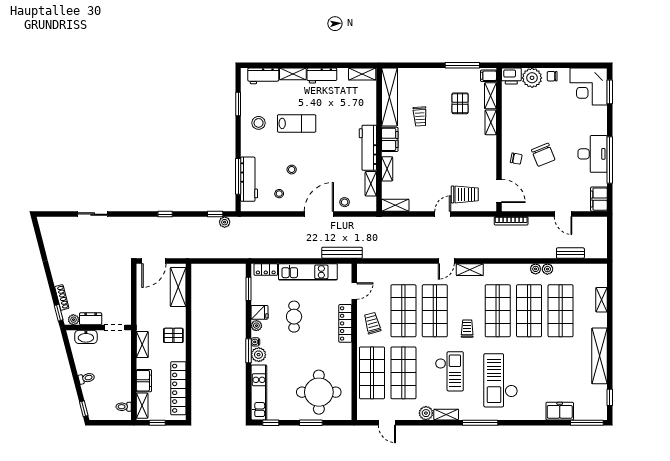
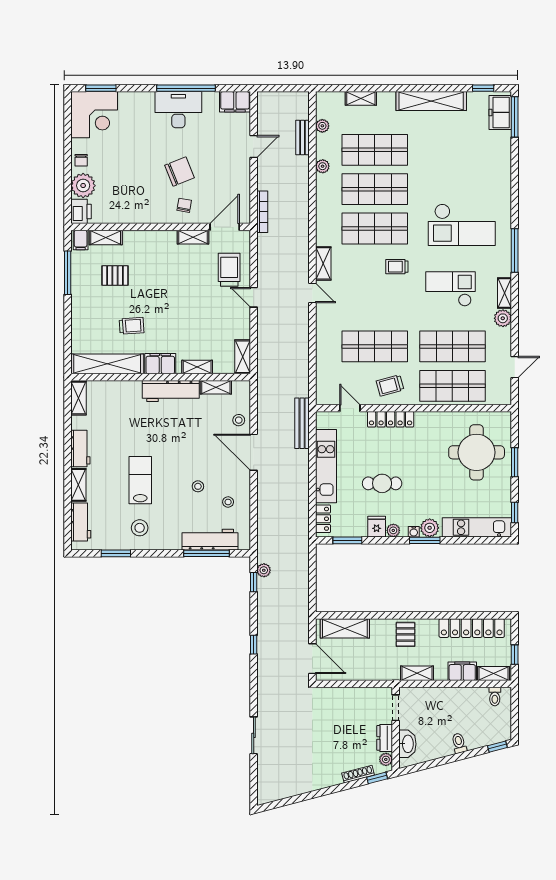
shelving: (491, 122) -> (193, 237), moved
plant: (536, 269) -> (322, 126), moved
shop shelf: (435, 311) -> (375, 307), removed
freezer: (560, 411) -> (500, 112), moved

